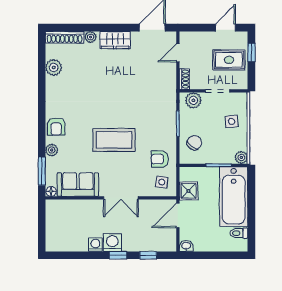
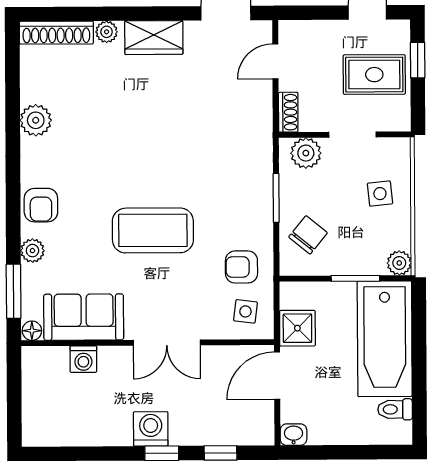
plant: (54, 67) -> (36, 120), moved
washing machine: (95, 245) -> (83, 359), moved, turned 180

